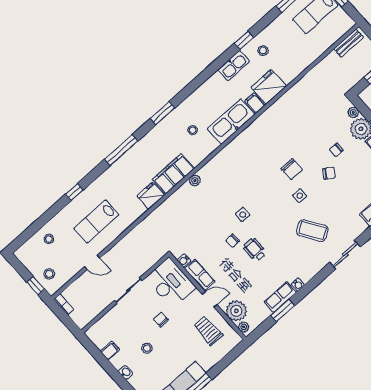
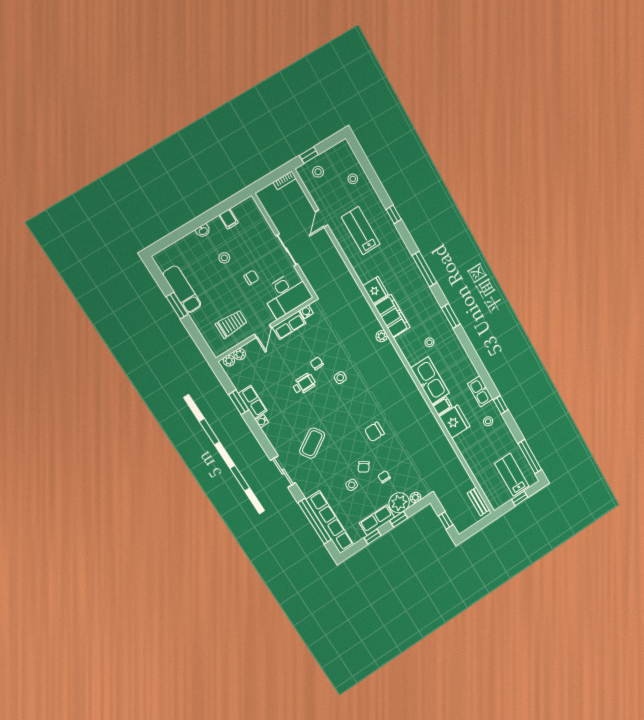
side table: (300, 196) -> (352, 485), moved
plant: (236, 311) -> (240, 354), width x0.53, depth x0.53

